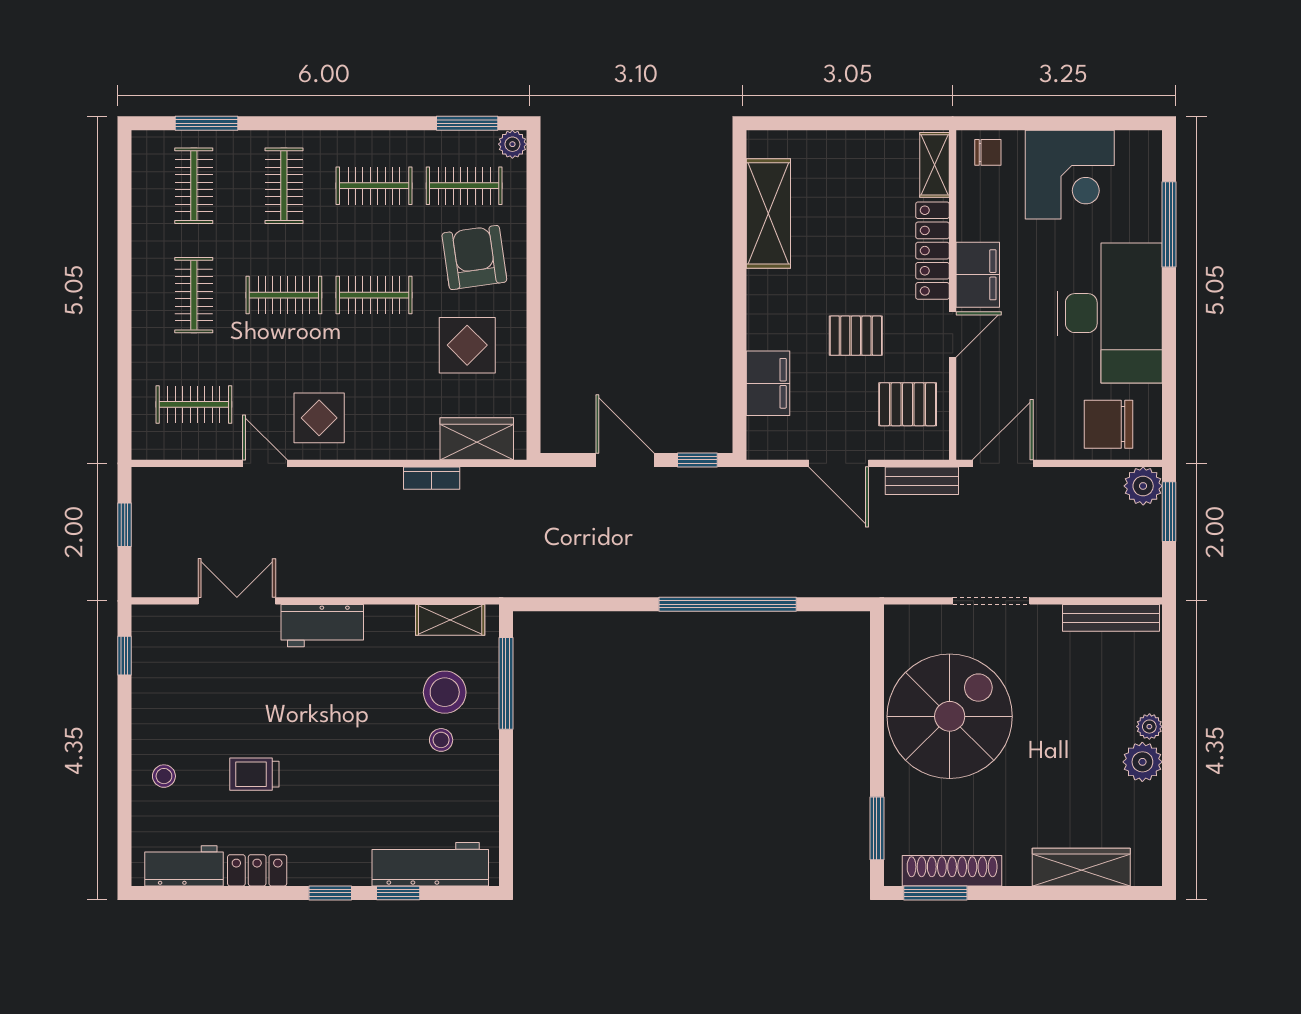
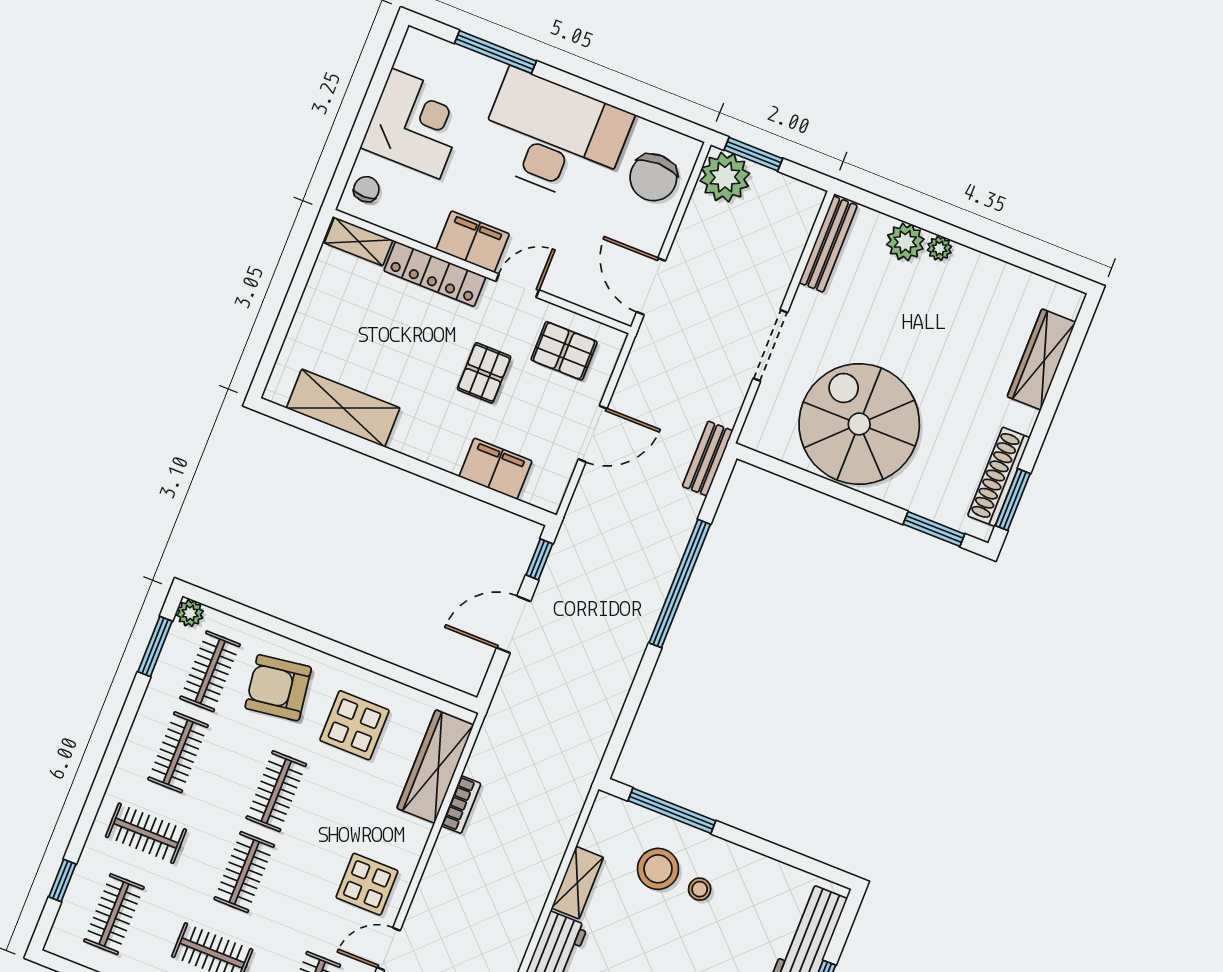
window: (207, 123) -> (62, 880), width x0.67
clothes rail: (194, 186) -> (114, 914), turned 90
door: (953, 335) -> (517, 286), hinge flipped
pallet: (908, 404) -> (564, 351), turned 90
wardrobe: (477, 439) -> (435, 767), width x1.50
bench: (922, 481) -> (708, 459), moved
plant: (1143, 486) -> (725, 177), width x1.36, depth x1.36
shelving: (450, 620) -> (577, 883), moved
plant: (1142, 762) -> (905, 242), moved

